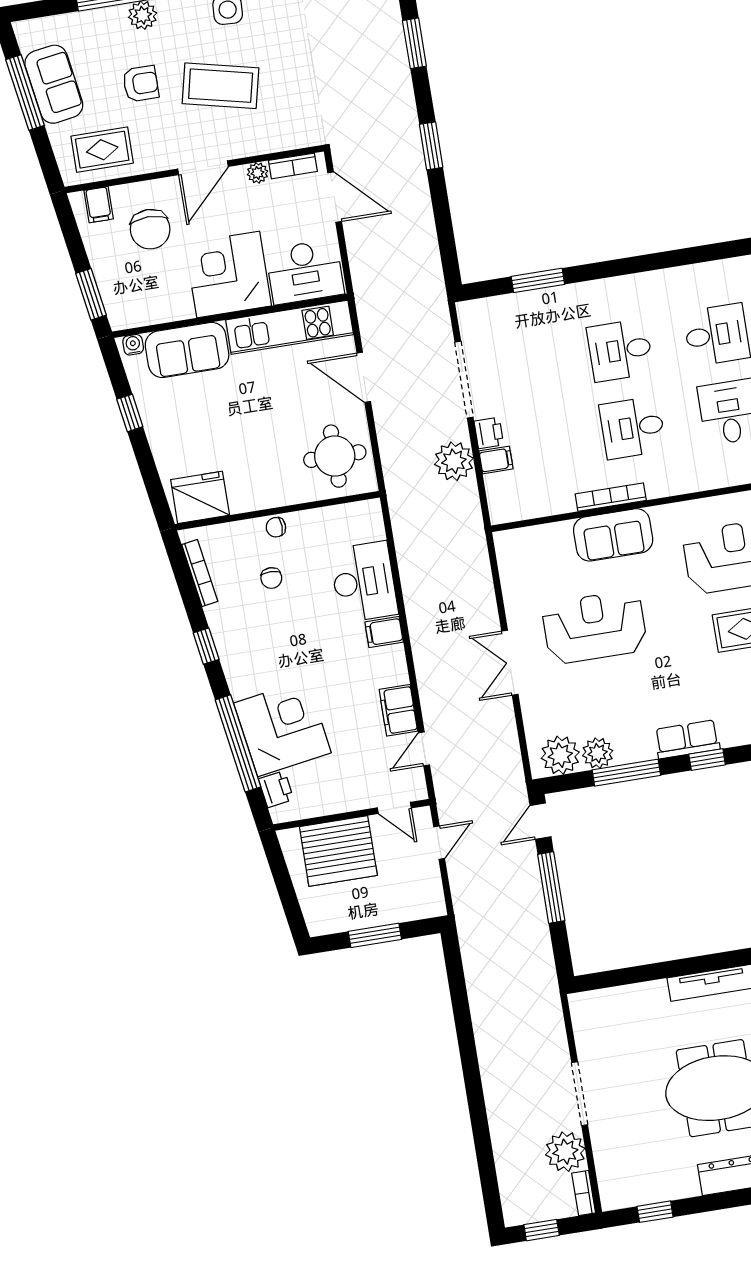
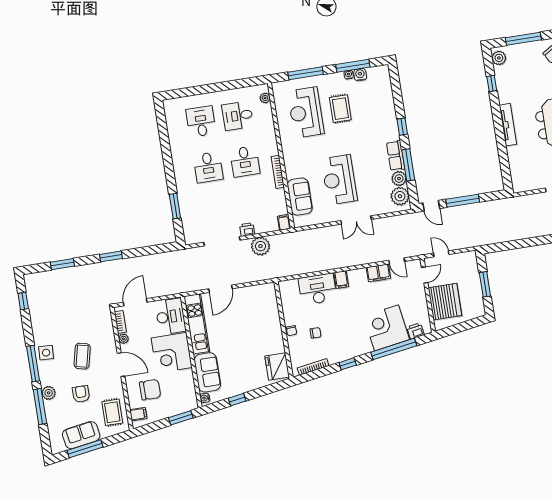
coffee table: (221, 86) -> (82, 356), width x0.73, depth x0.76
round table: (335, 456) -> (258, 303), removed
filing cabinet: (496, 460) -> (284, 222), moved
sofa: (613, 535) -> (300, 197), moved
row of seats: (687, 739) -> (396, 156), moved

